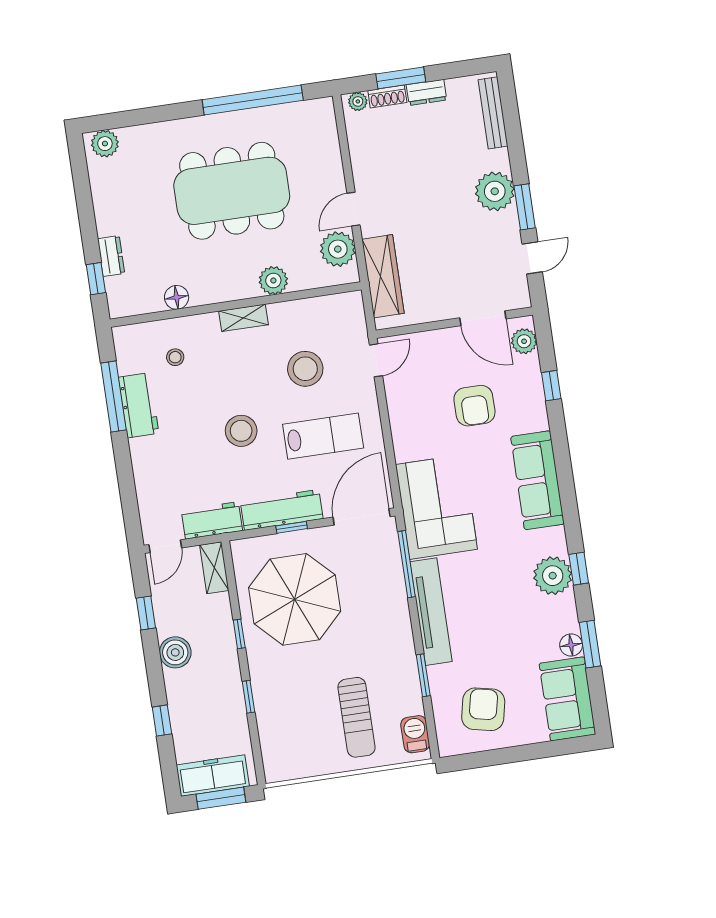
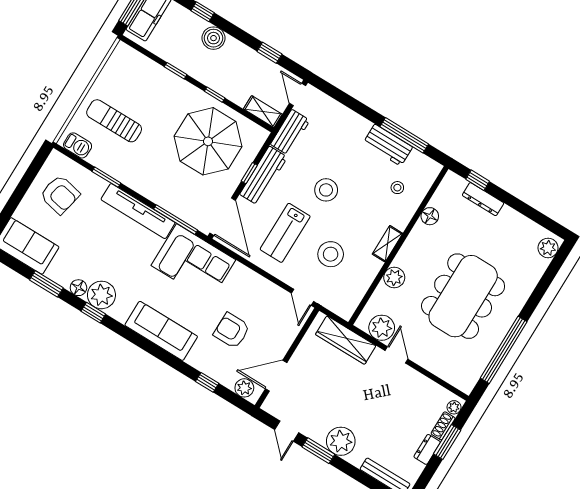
dresser: (111, 256) -> (483, 199), width x1.44
floor lamp: (571, 645) -> (78, 288), moved
boiler: (175, 652) -> (213, 38), moved

